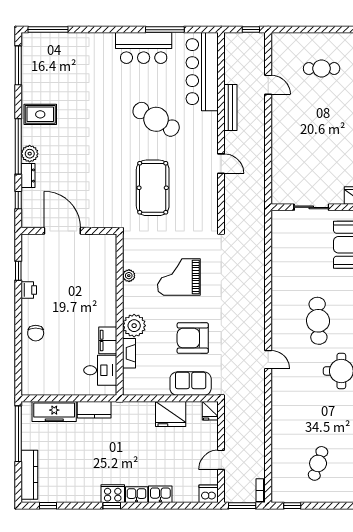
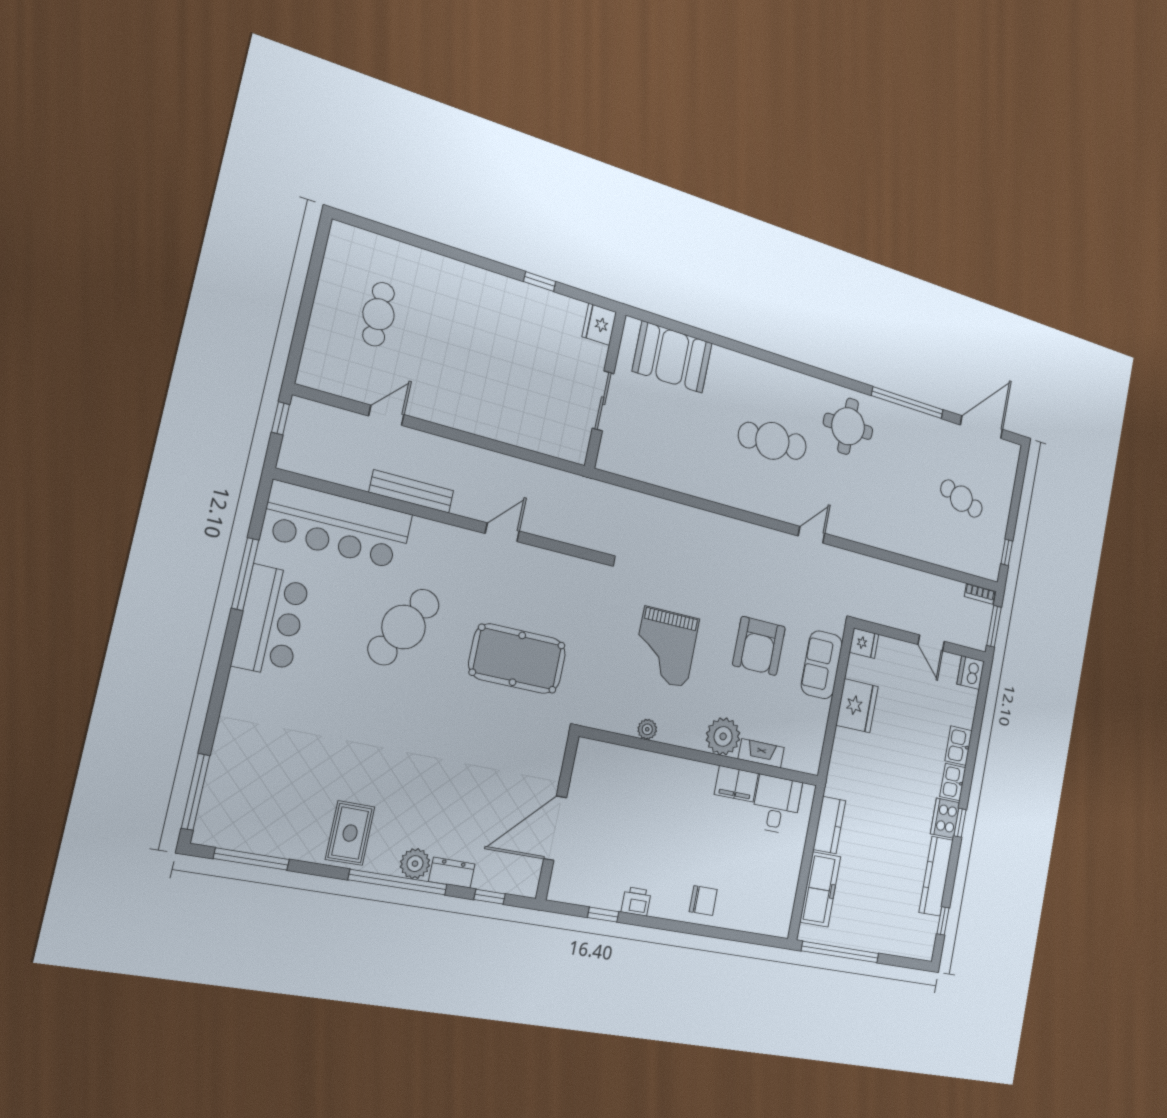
kitchen counter: (29, 475) -> (936, 876), moved, turned -90

